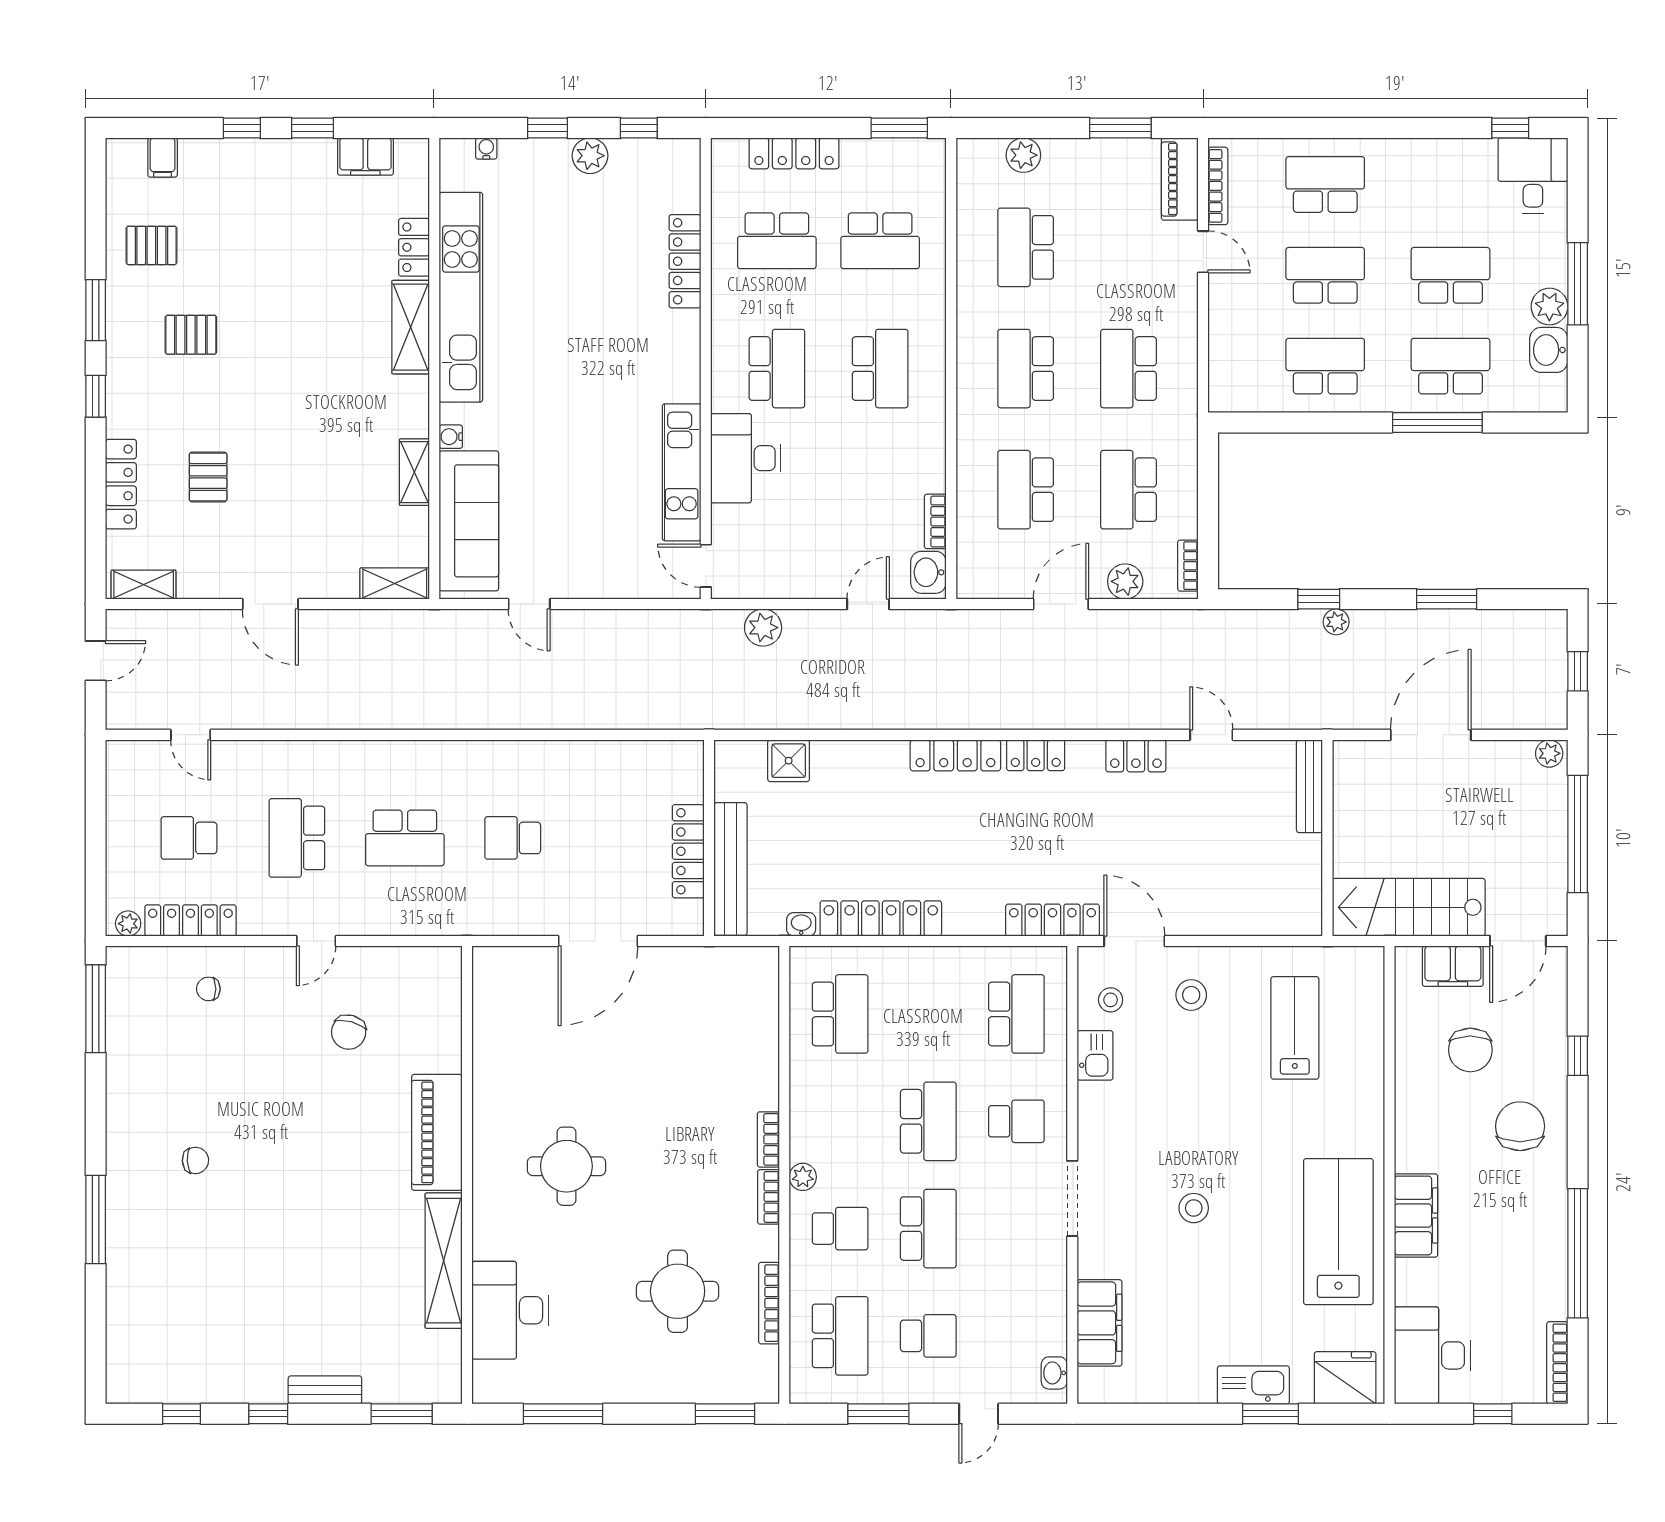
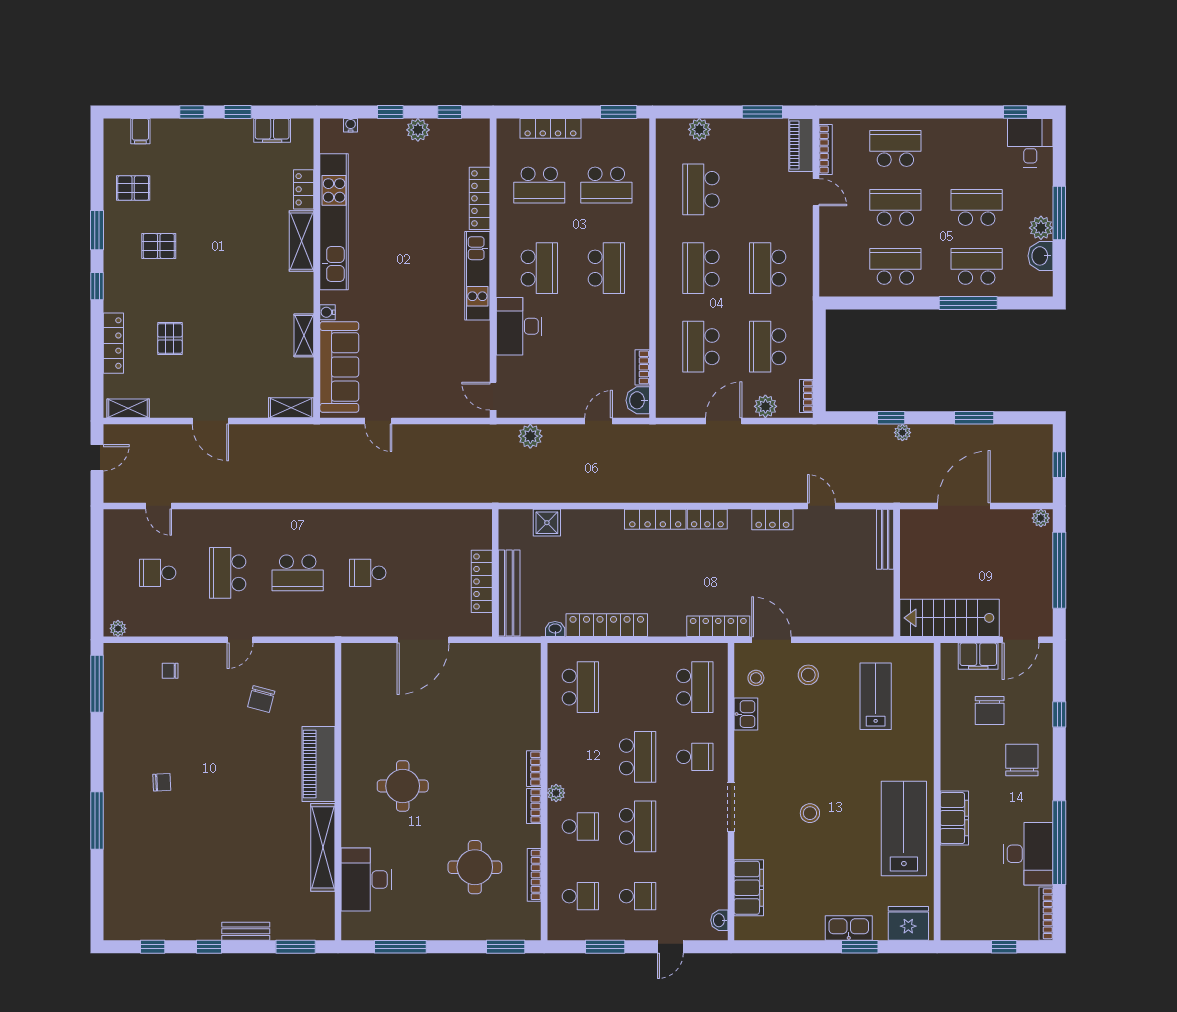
kitchen unit: (682, 472) -> (477, 276), moved
locker: (190, 920) -> (158, 626), removed
school desk: (840, 1336) -> (580, 896), width x0.54
desk: (1432, 1355) -> (1028, 854), moved, turned 180

